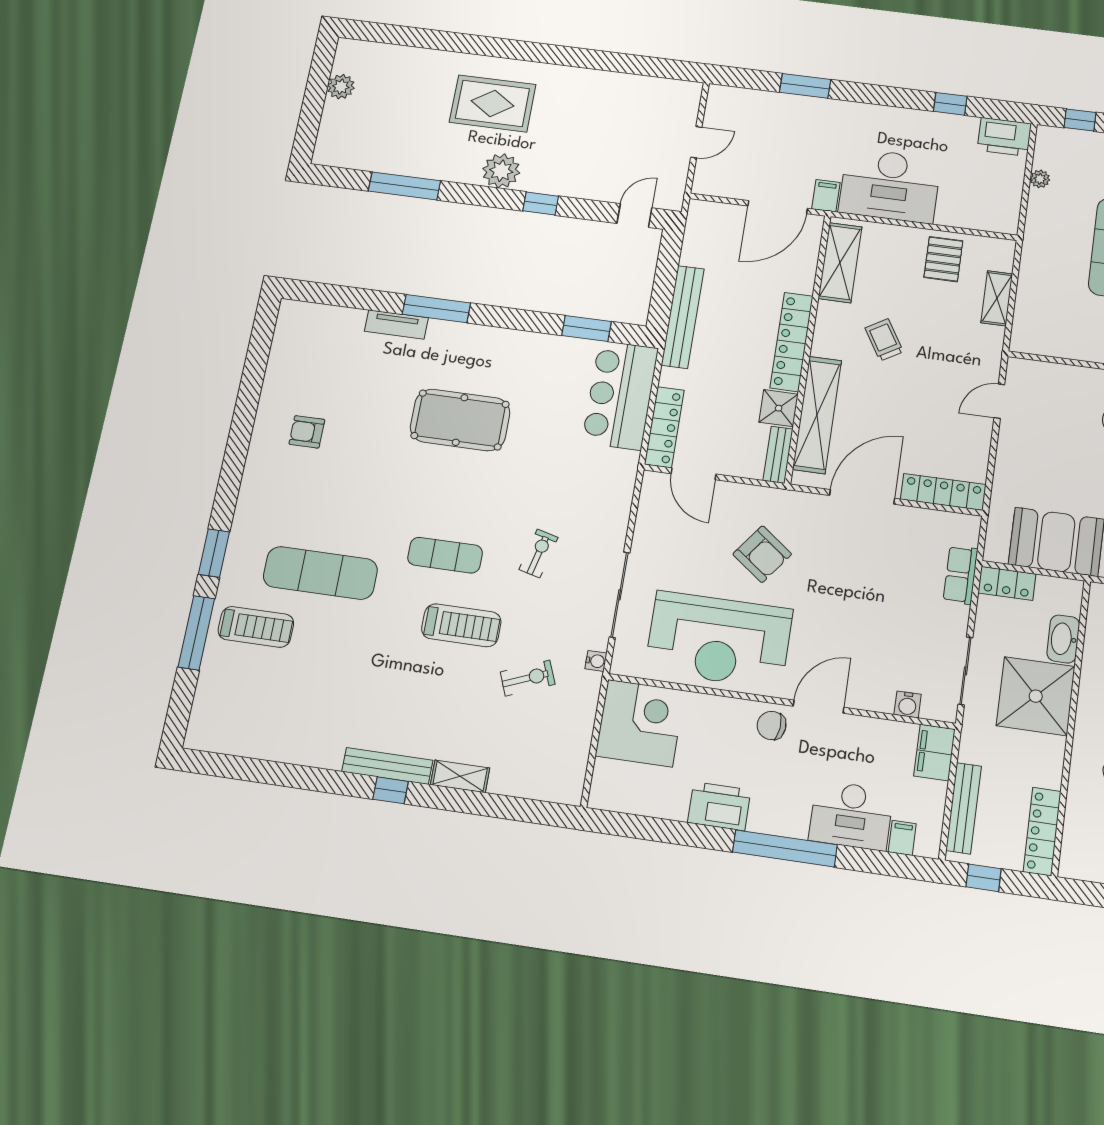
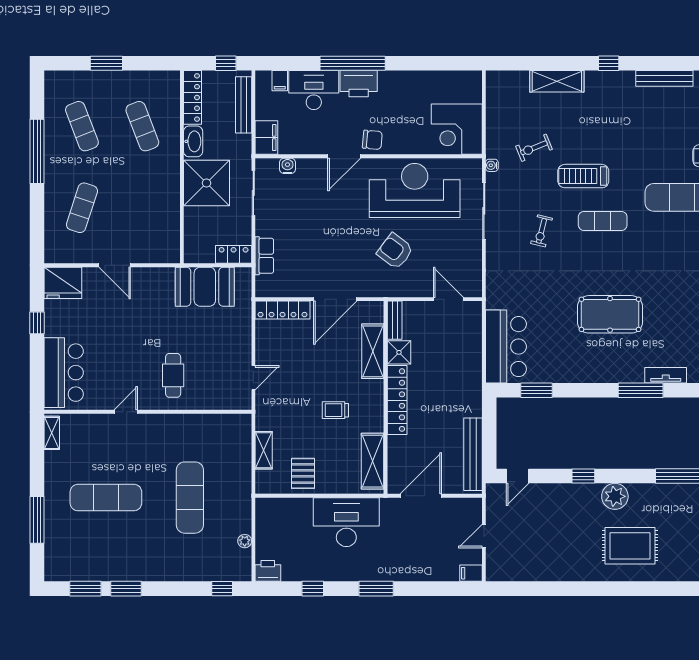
window: (805, 86) -> (376, 589), moved
printer: (1004, 137) -> (268, 571), width x0.73, depth x0.84
filing cabinet: (826, 196) -> (471, 573), moved, turned 90
bench: (683, 317) -> (473, 454), moved
trolley: (884, 340) -> (335, 410), turned 121
shelving: (817, 415) -> (373, 351), width x0.68
locker: (664, 427) -> (473, 329), removed
washbasin: (1063, 639) -> (193, 141), moved
bench: (387, 766) -> (664, 78), moved
shelving: (460, 776) -> (557, 81), width x1.50, depth x1.33
printer: (719, 806) -> (359, 84), moved

